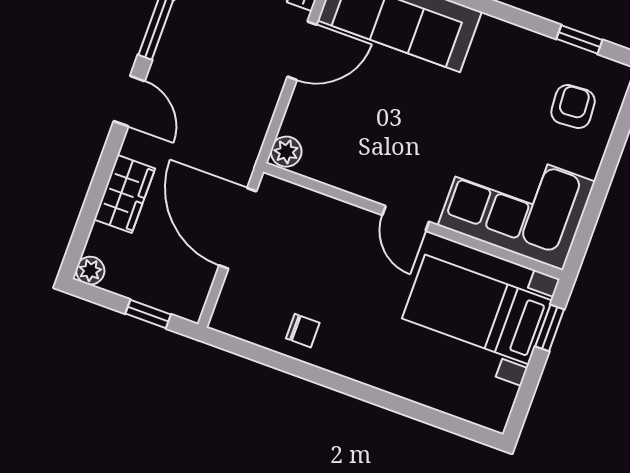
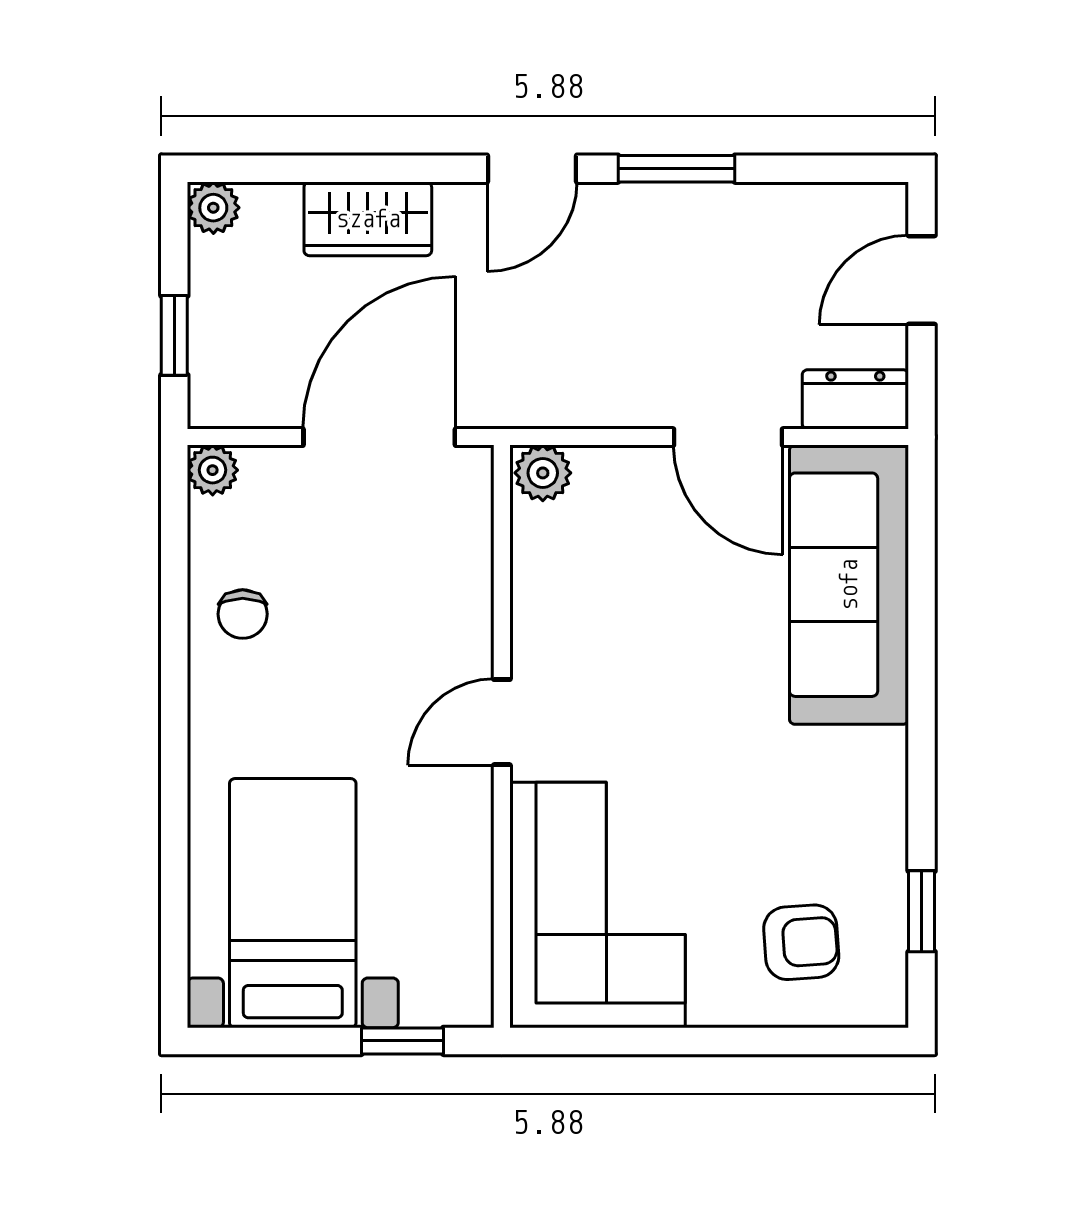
bed with nightstands: (477, 310) -> (293, 903), moved
plant: (224, 319) -> (213, 470), added

